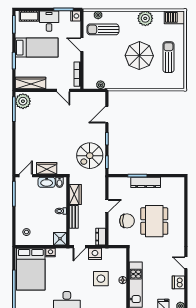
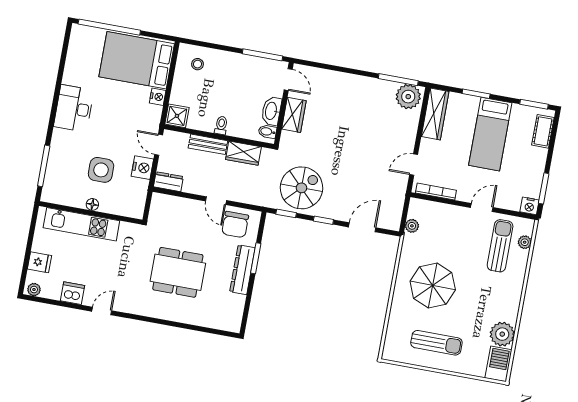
plant: (145, 18) -> (502, 334), moved
desk: (49, 21) -> (529, 162), removed
parasol: (139, 56) -> (433, 286), moved
door: (107, 115) -> (362, 227), hinge flipped
spiral stairs: (90, 156) -> (301, 188), turned 90
chair: (127, 221) -> (235, 225), moved

